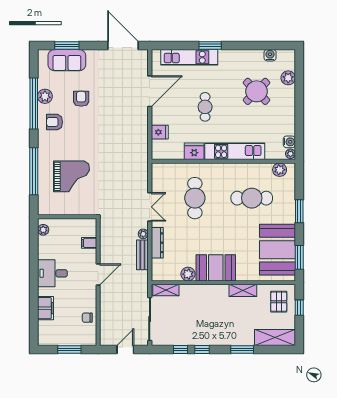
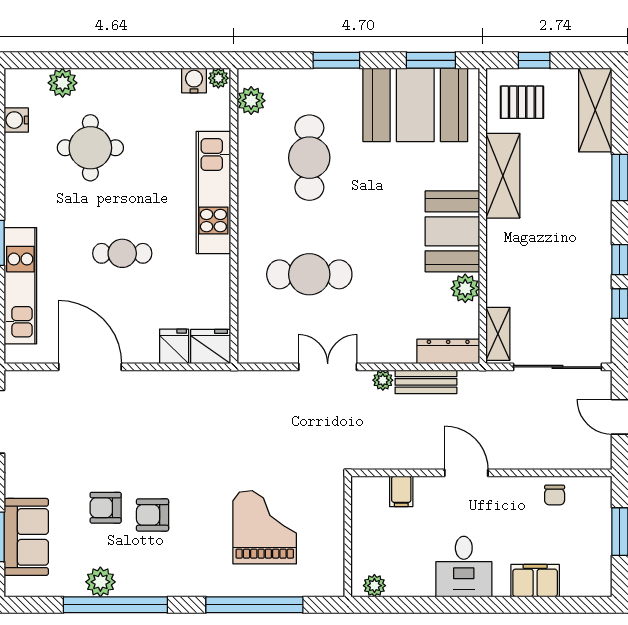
round table: (257, 91) -> (90, 148), turned 45
armchair: (55, 122) -> (153, 515), moved, turned 90
fridge: (194, 151) -> (211, 347), moved, turned 90
dresser: (157, 243) -> (448, 351), moved
shelving: (243, 290) -> (503, 176), width x1.50, depth x1.33

